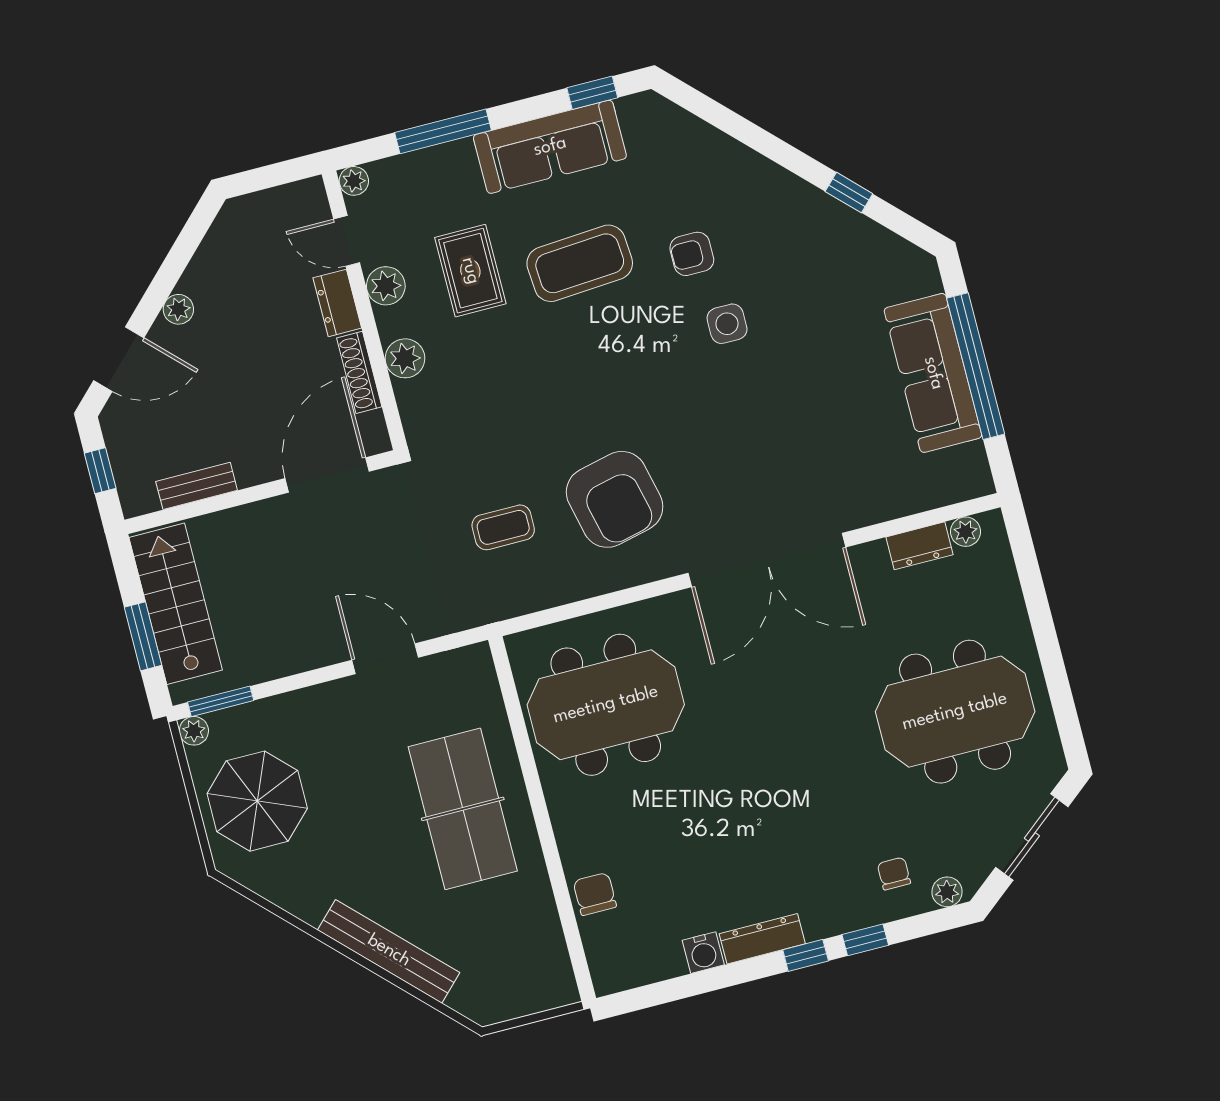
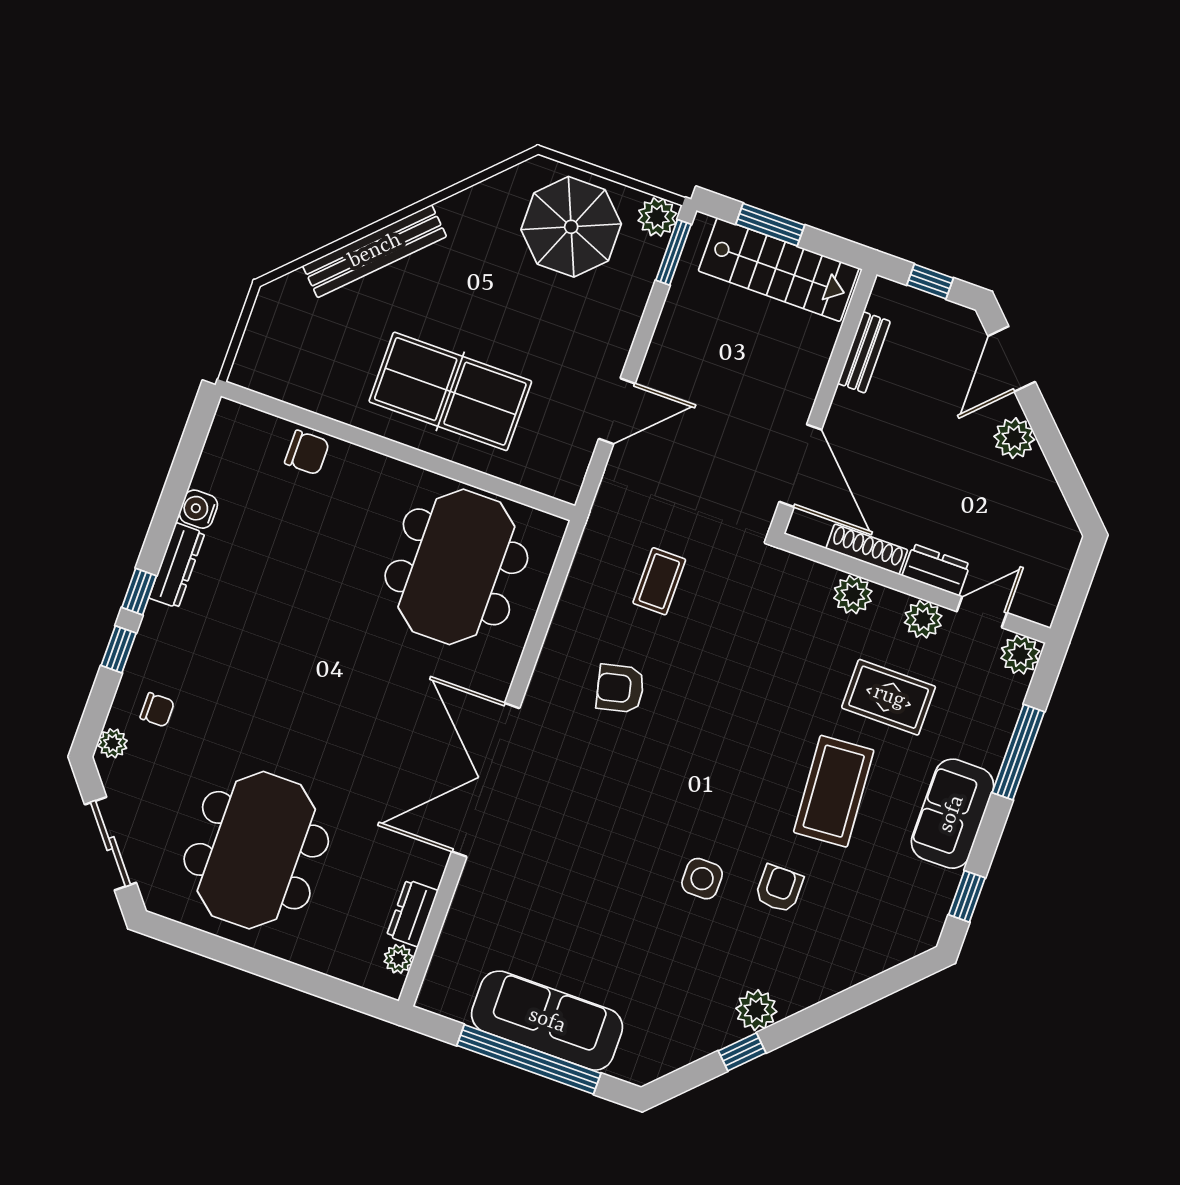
sofa: (550, 147) -> (952, 814), width x0.73
plant: (354, 181) -> (1020, 655), width x1.38, depth x1.38
plant: (806, 204) -> (756, 1010), added
plant: (178, 309) -> (1014, 438), width x1.38, depth x1.38
armchair: (615, 499) -> (620, 688), width x0.53, depth x0.53
plant: (194, 731) -> (657, 217), width x1.38, depth x1.38

